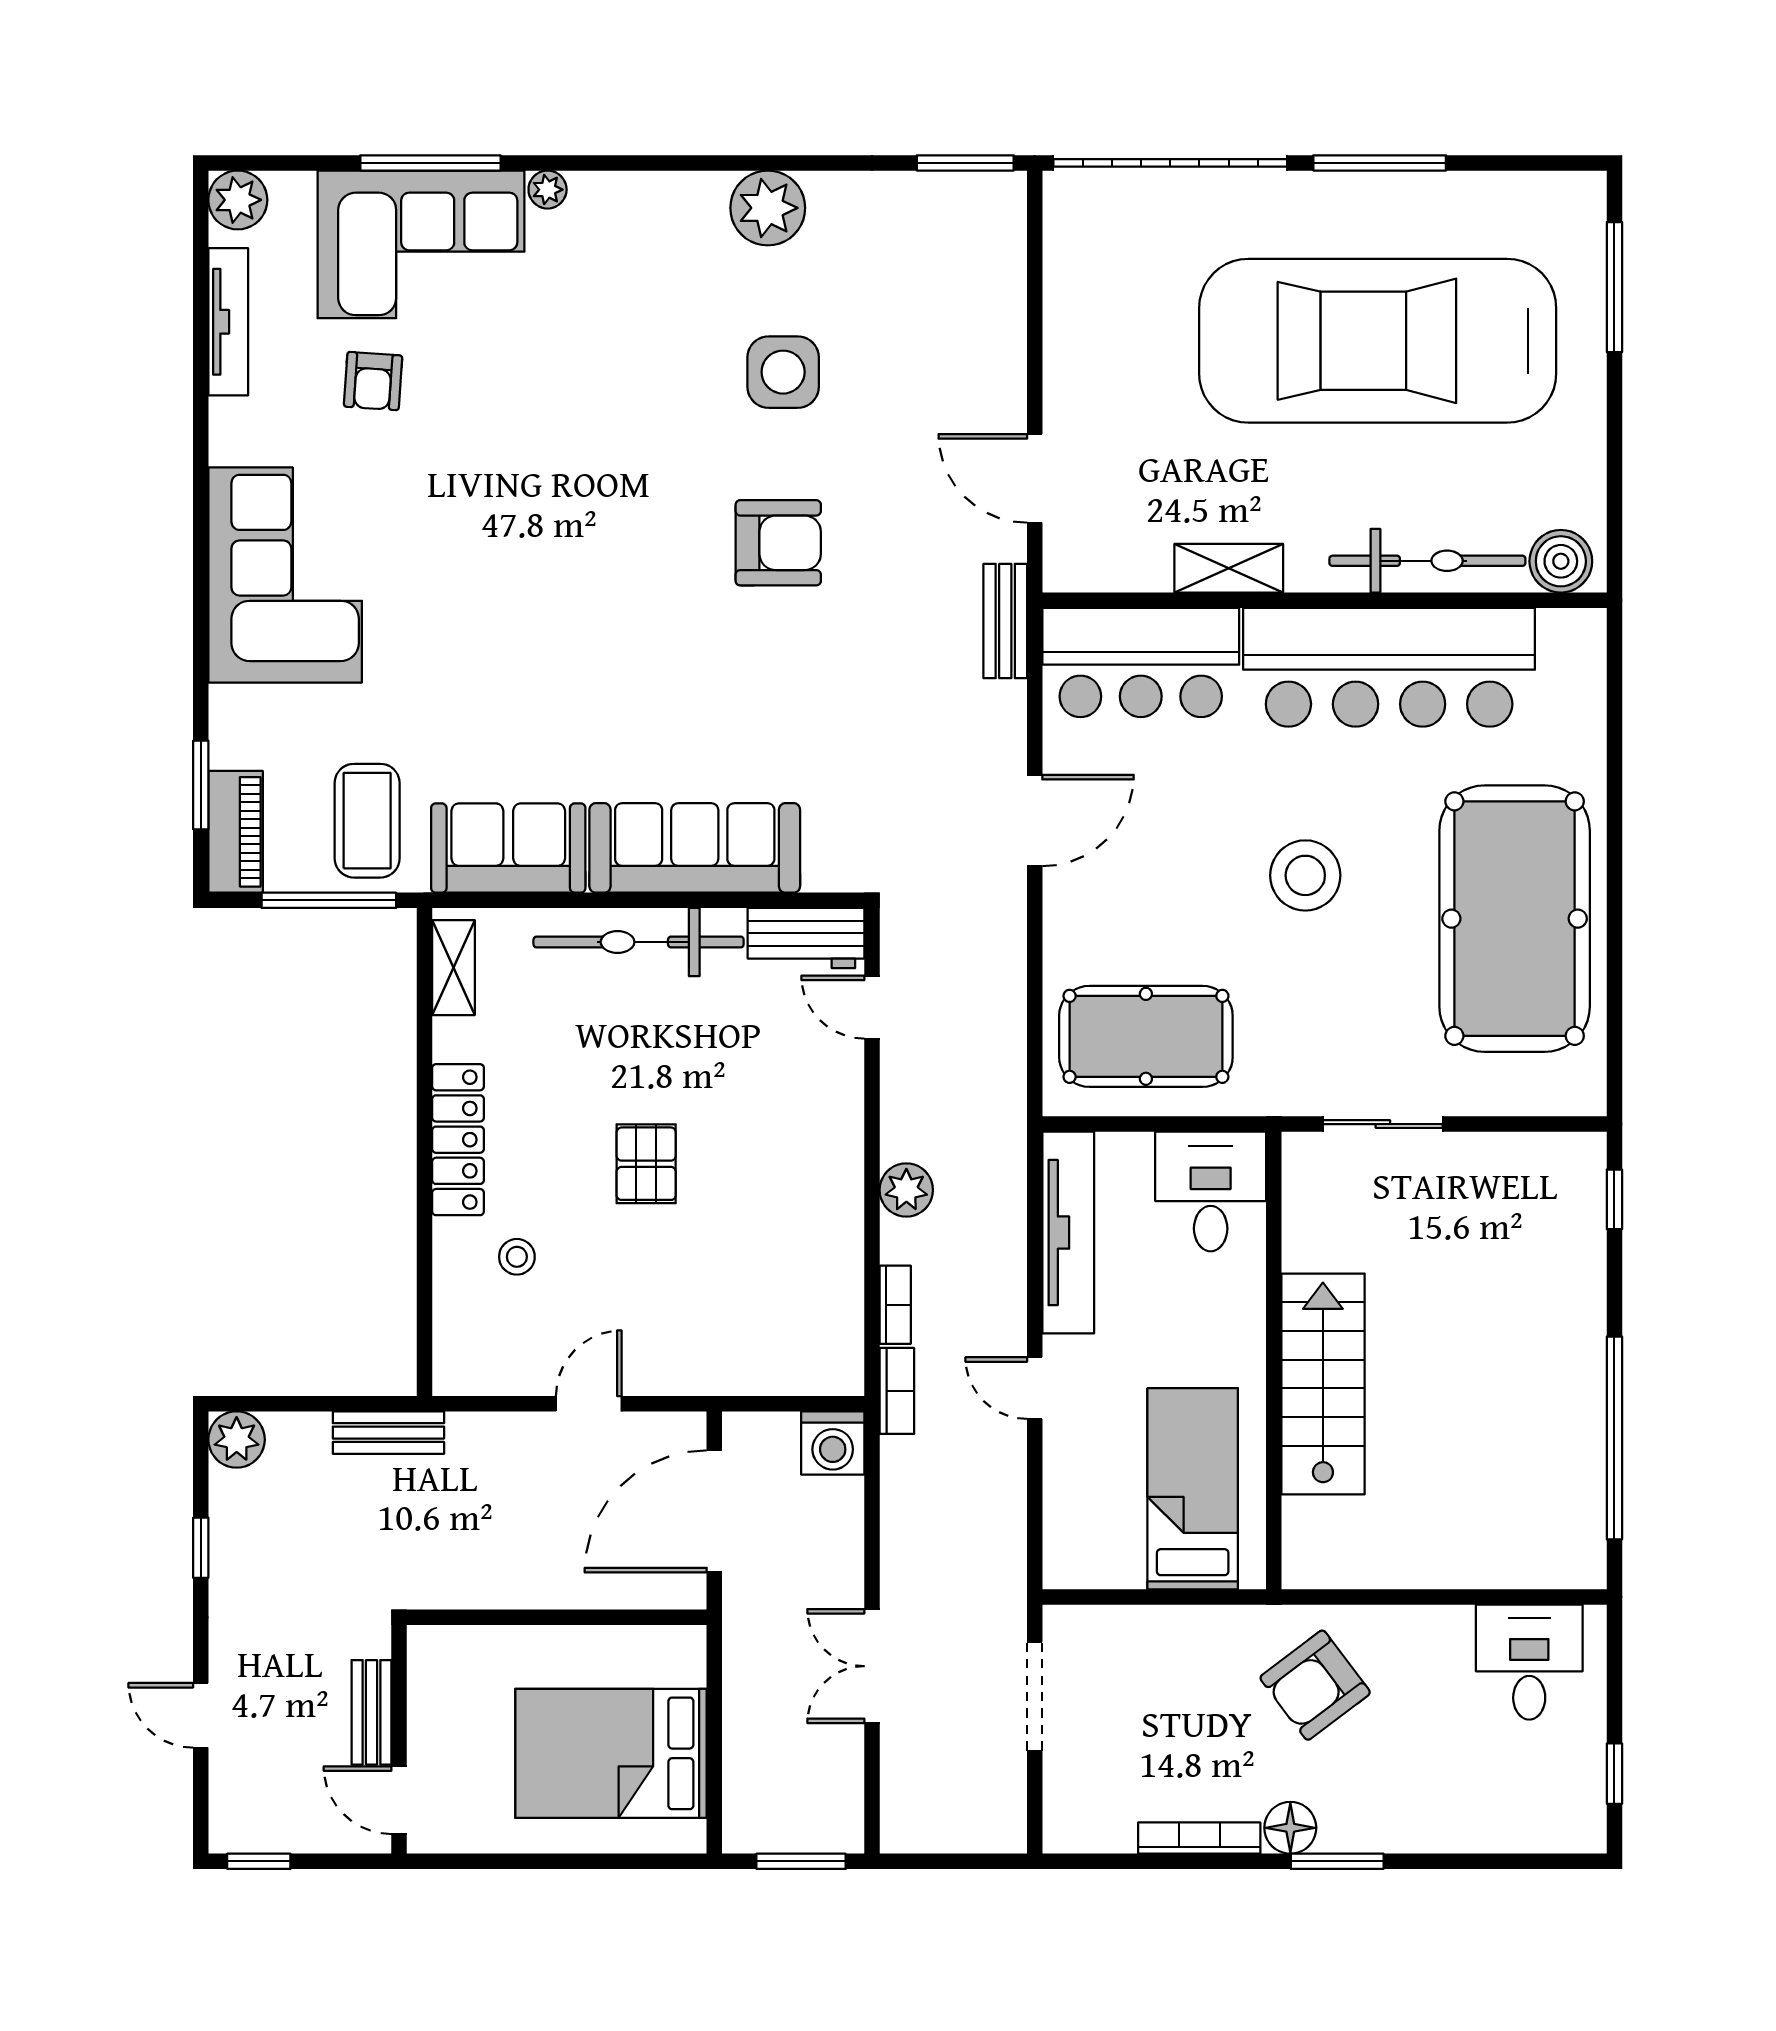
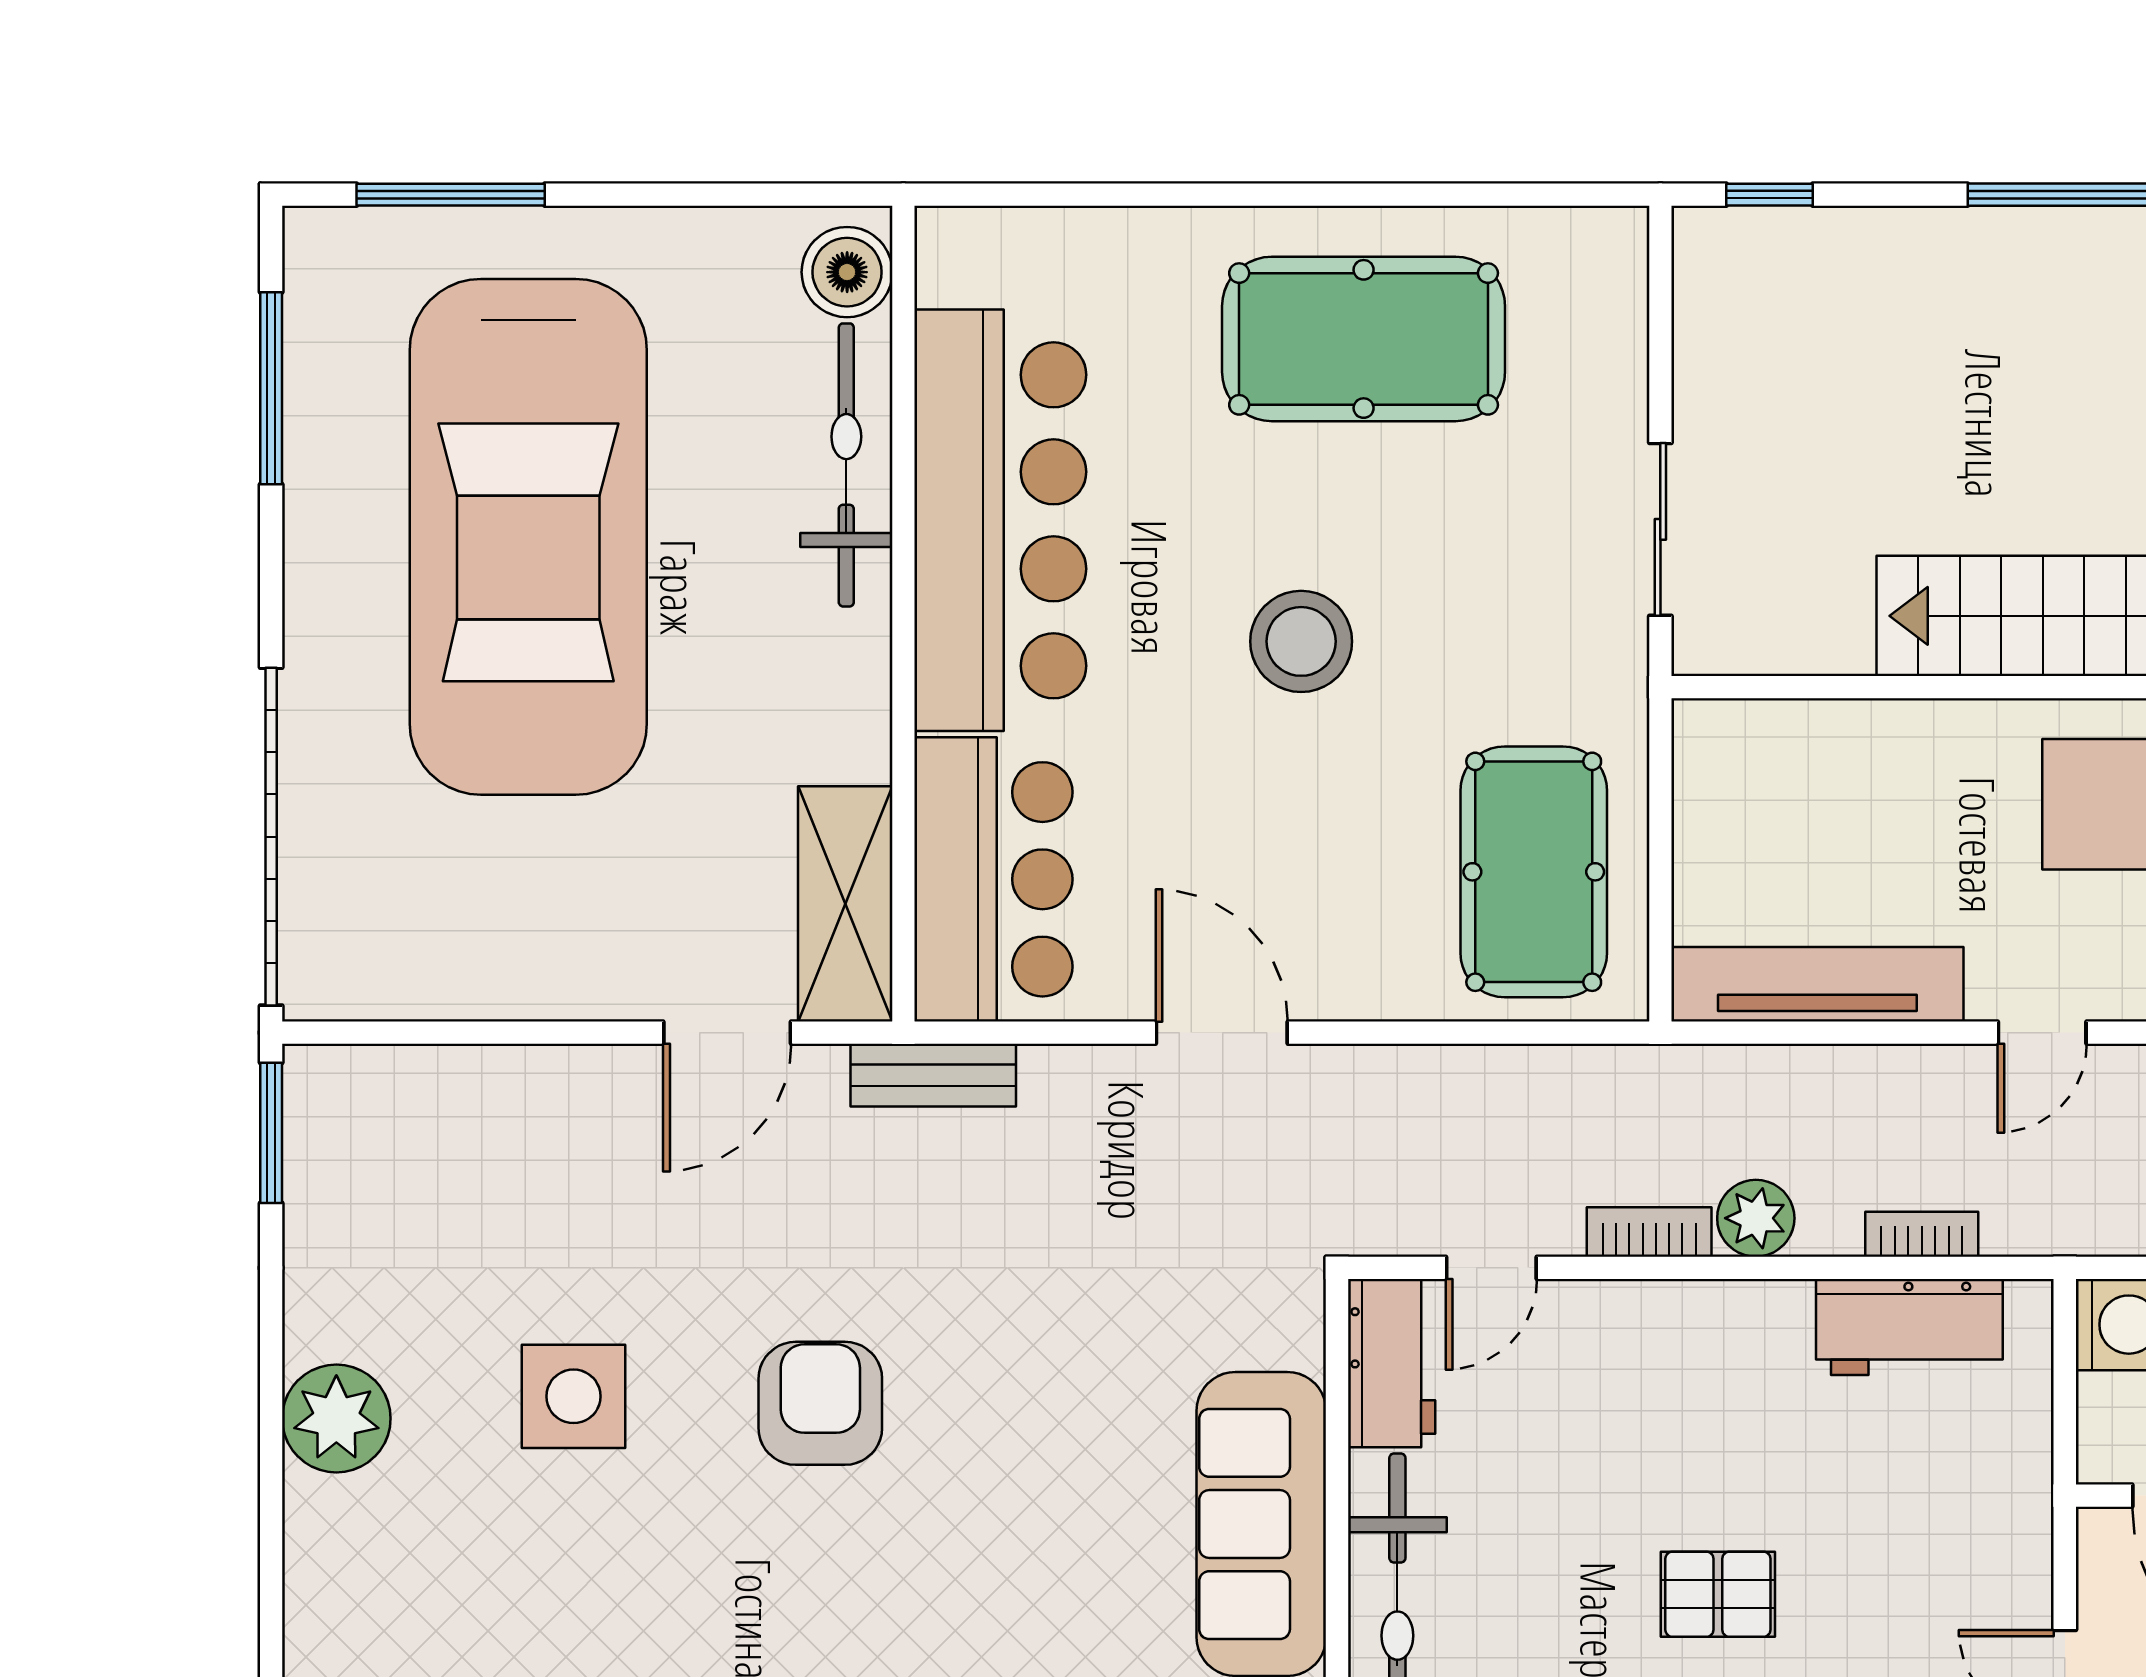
window: (1380, 163) -> (271, 388), moved
shelving: (1229, 568) -> (845, 904), moved, width x1.50, depth x1.33
pool table: (1515, 919) -> (1364, 339), width x0.73, depth x0.76
desk: (1211, 1191) -> (1758, 778), removed
workbench: (831, 1296) -> (1909, 1327), added
bookcase: (897, 1391) -> (1649, 1232), moved

